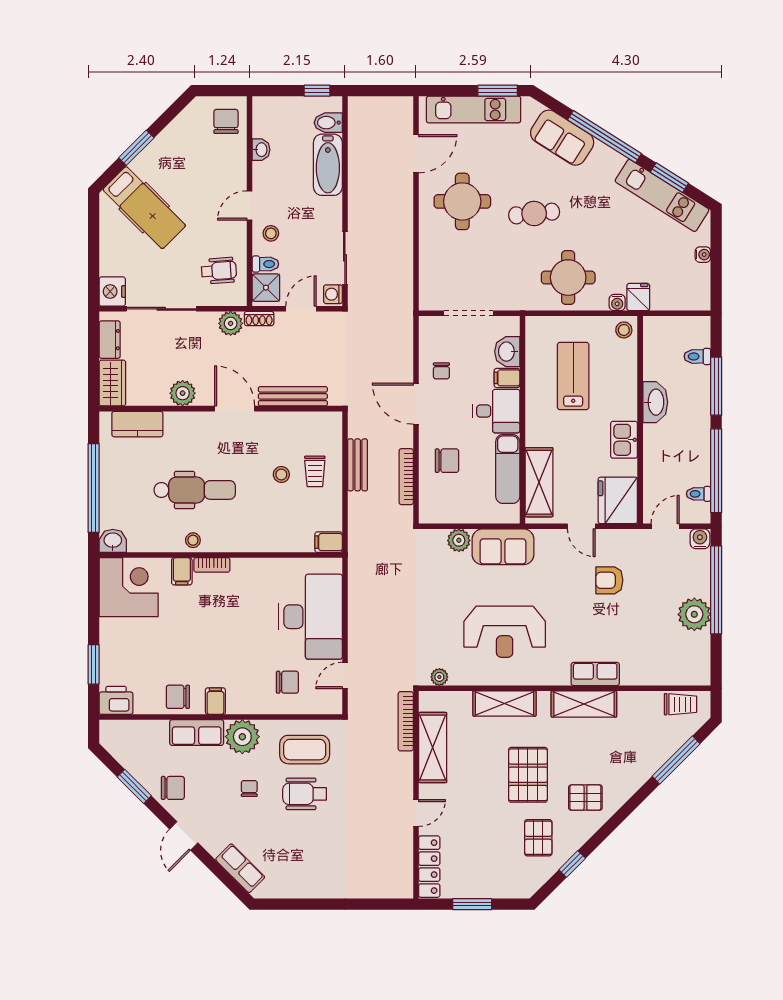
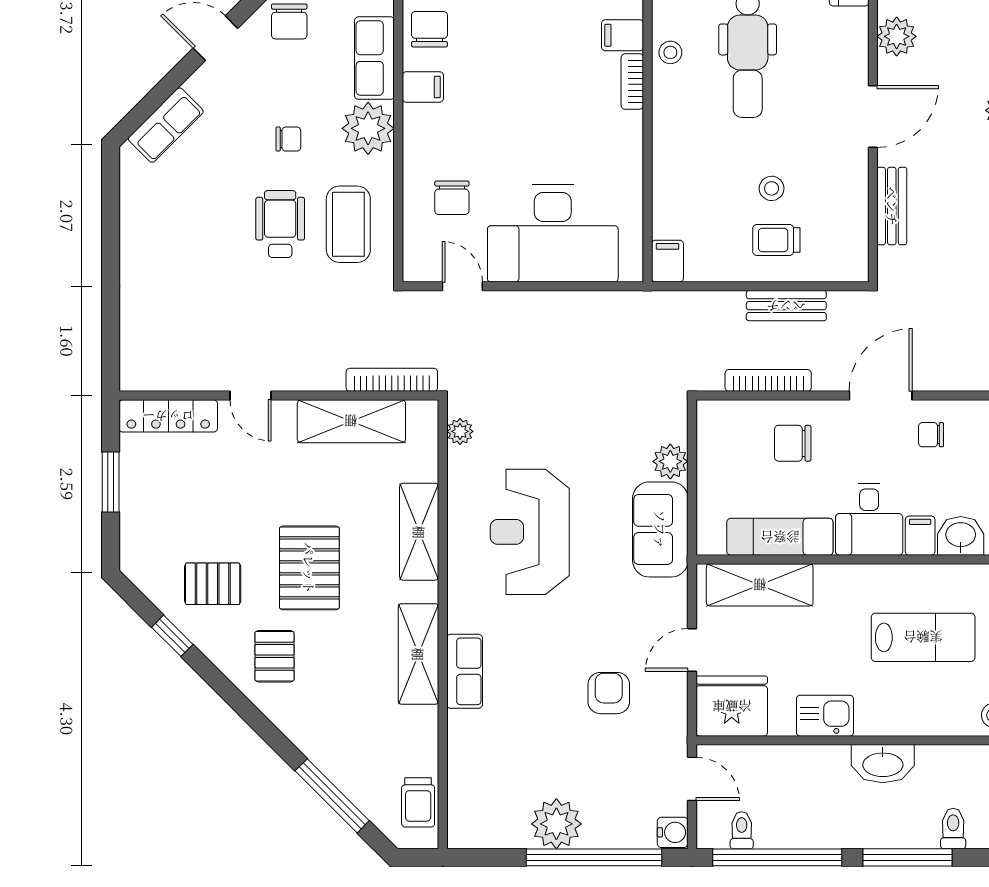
bench: (293, 396) -> (892, 206), width x0.73
chair: (447, 461) -> (793, 443), turned 90
pallet: (528, 775) -> (309, 568), turned 90

